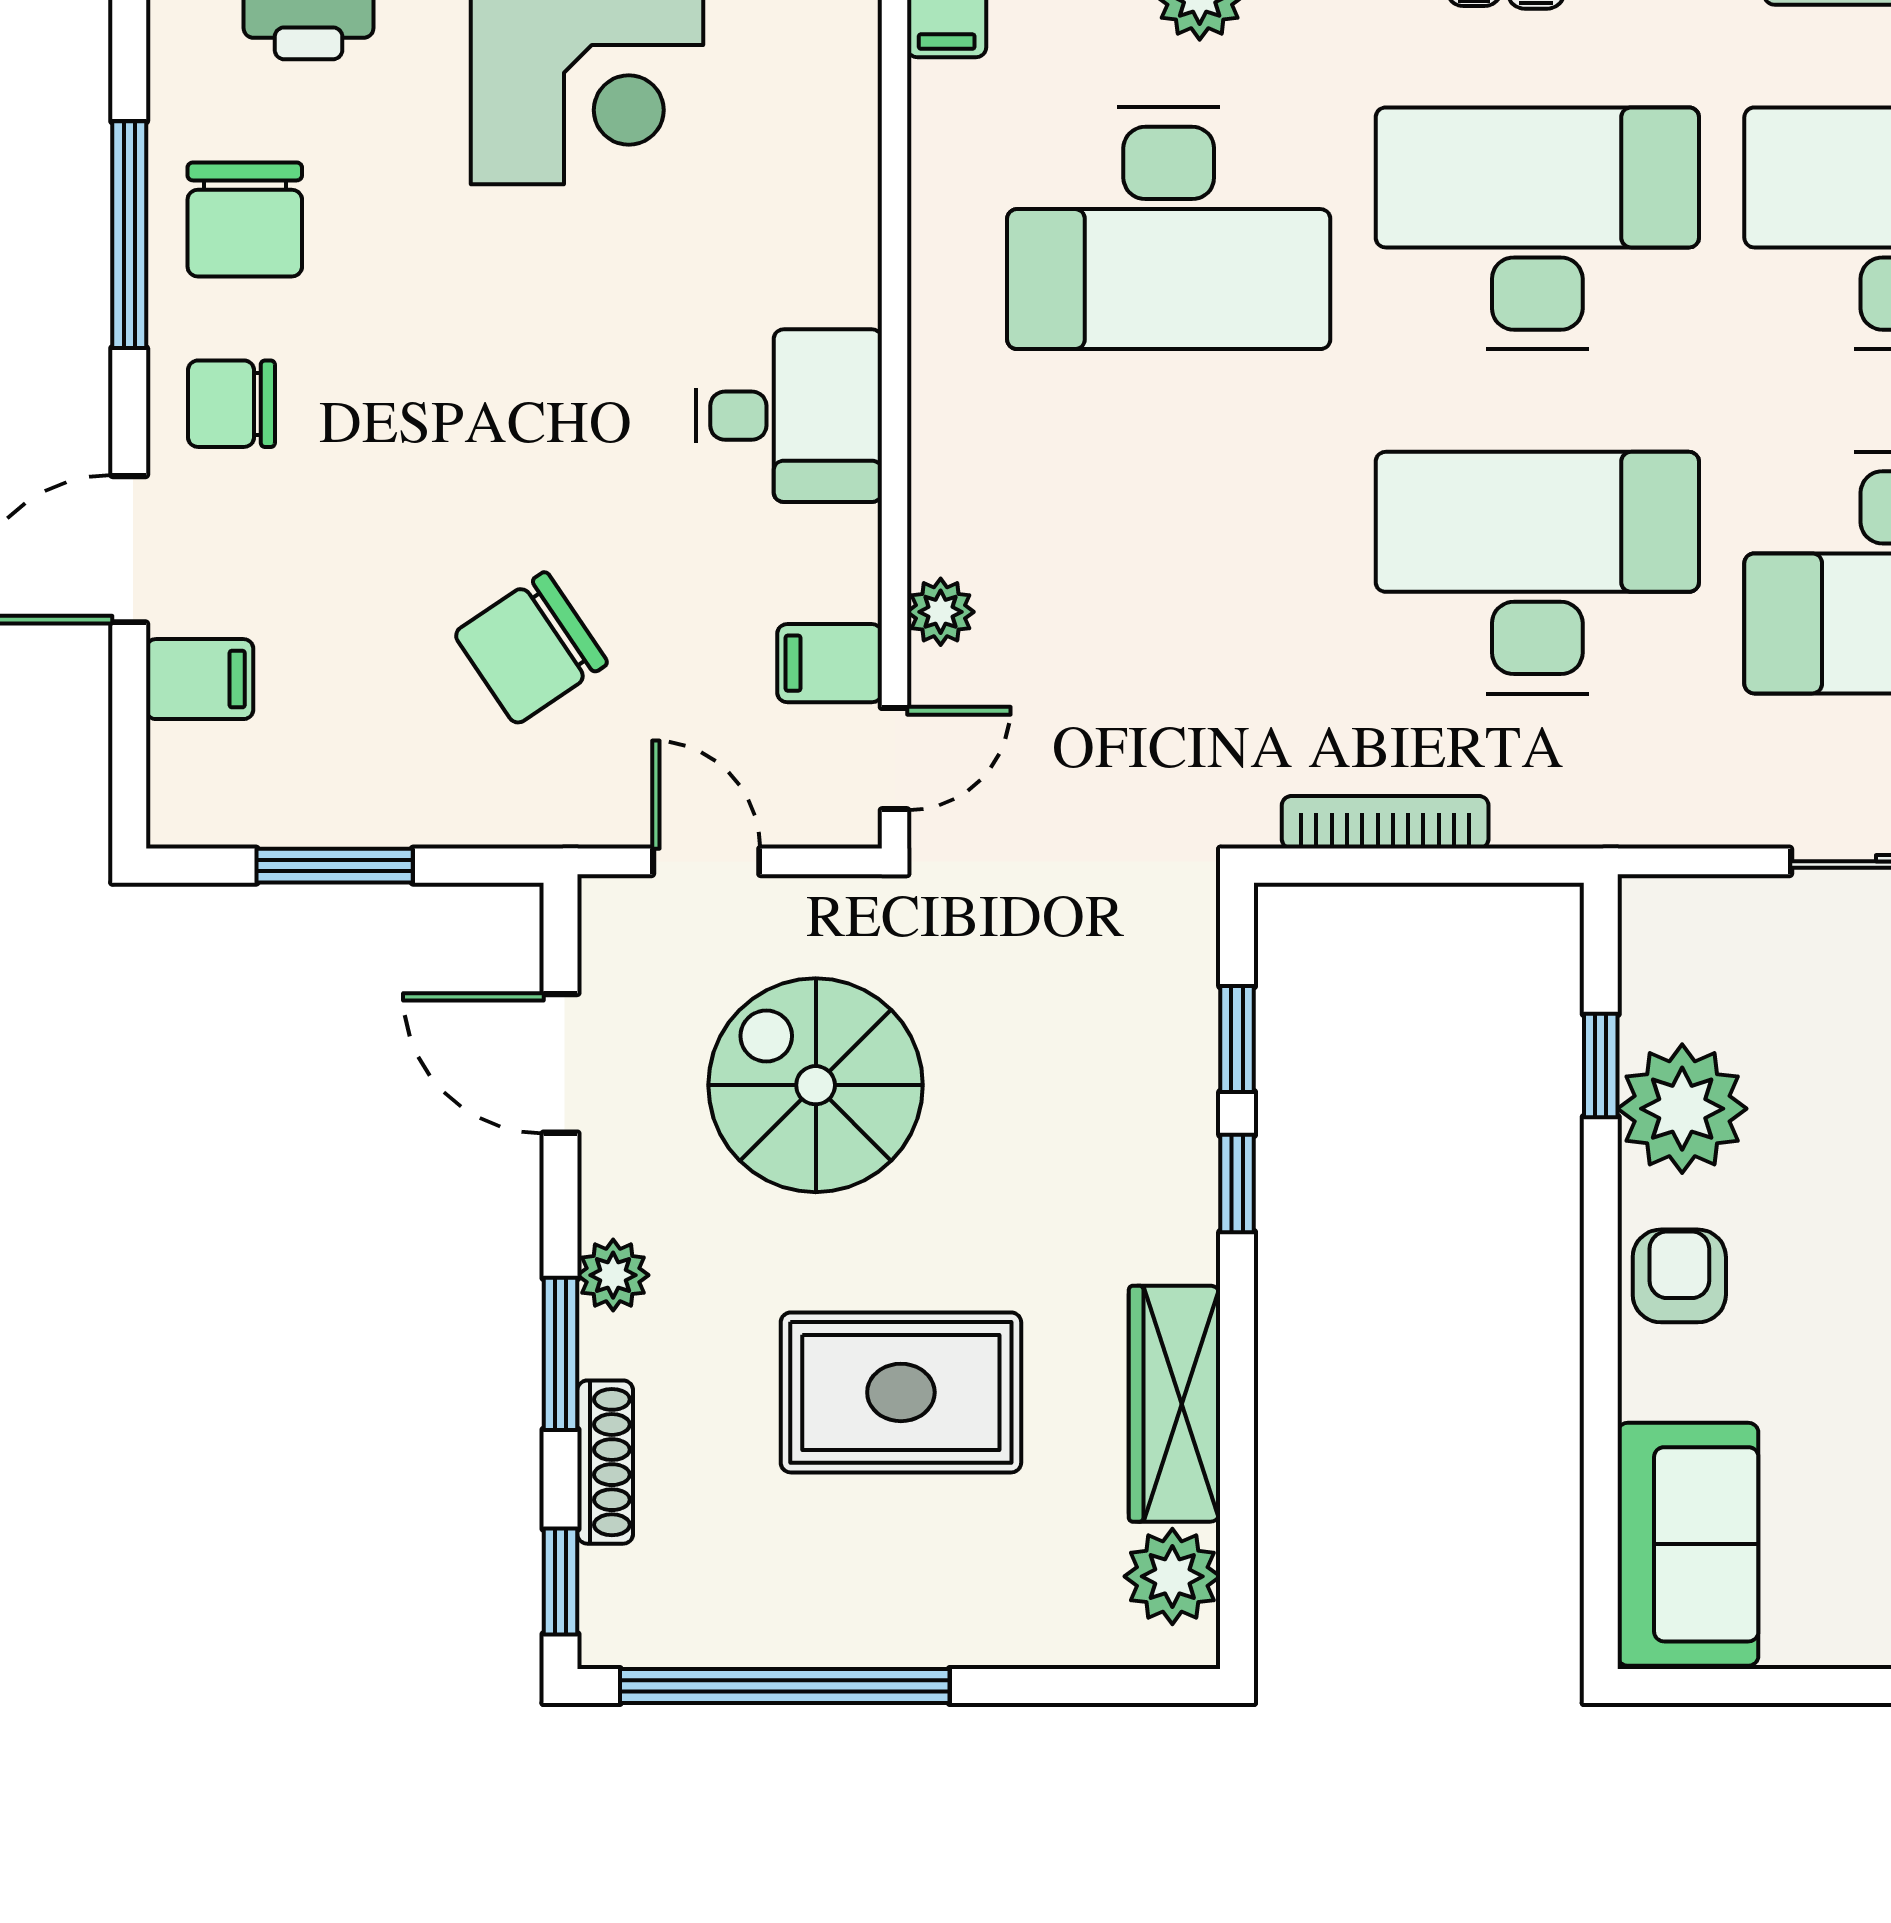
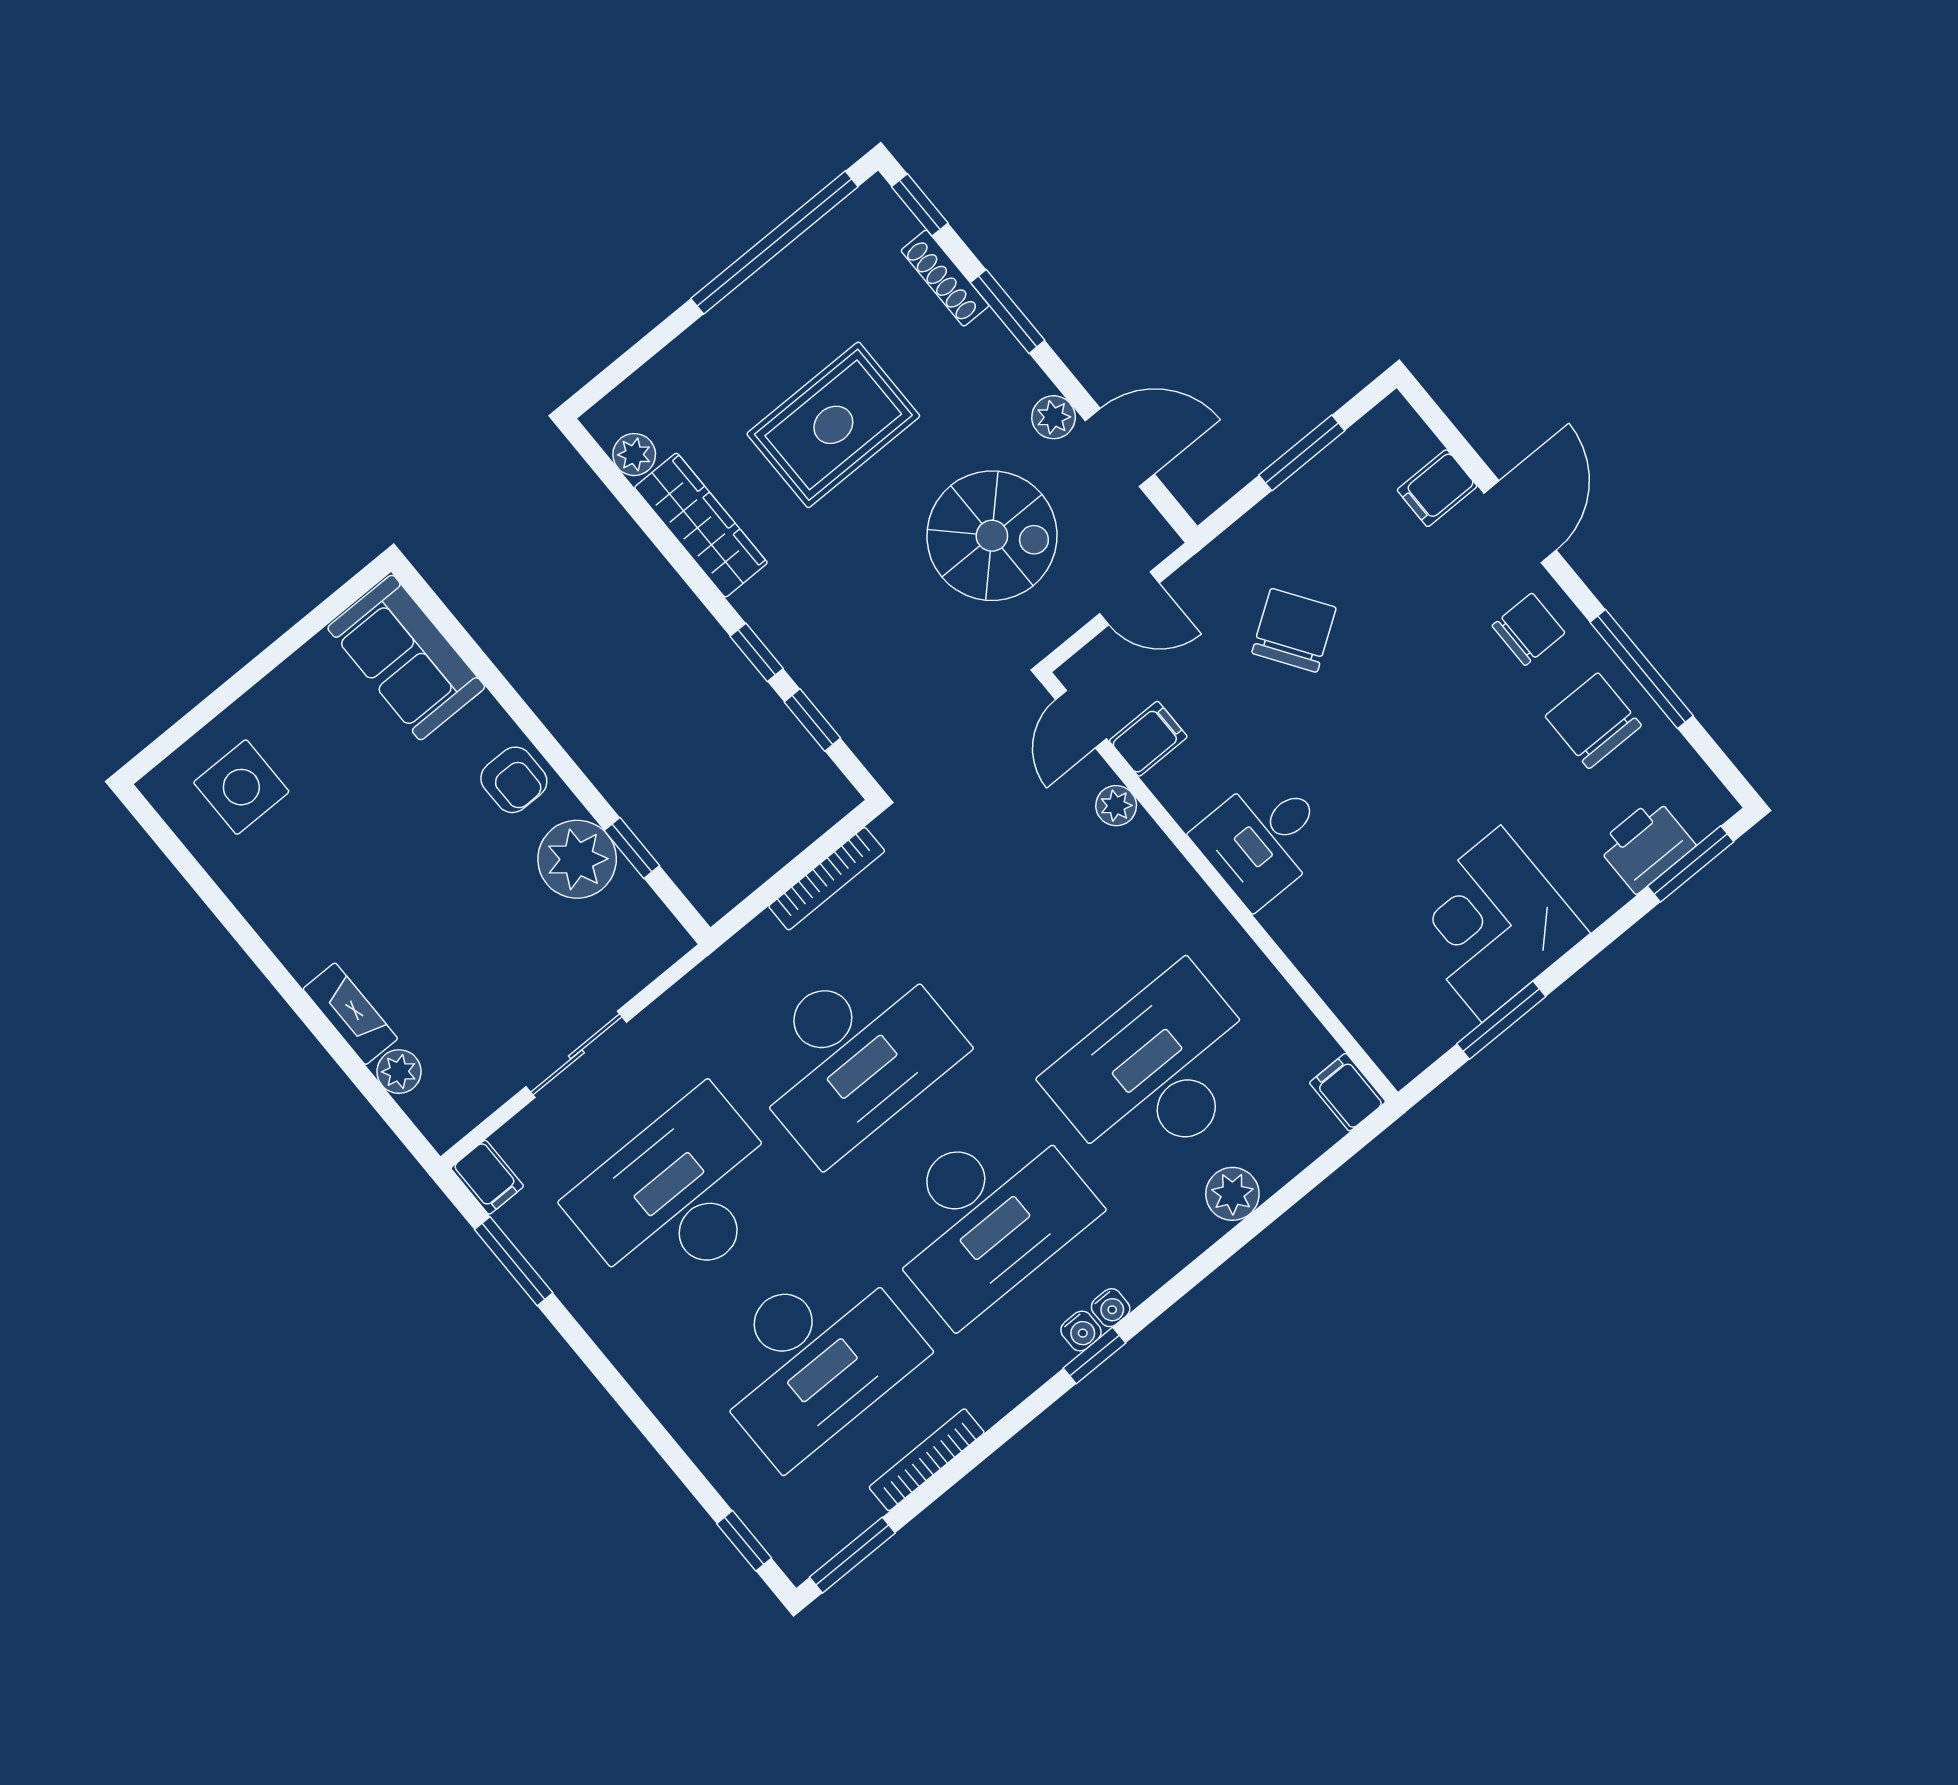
plant: (613, 1275) -> (1054, 417), moved
plant: (1172, 1576) -> (634, 455), width x0.73, depth x0.73

